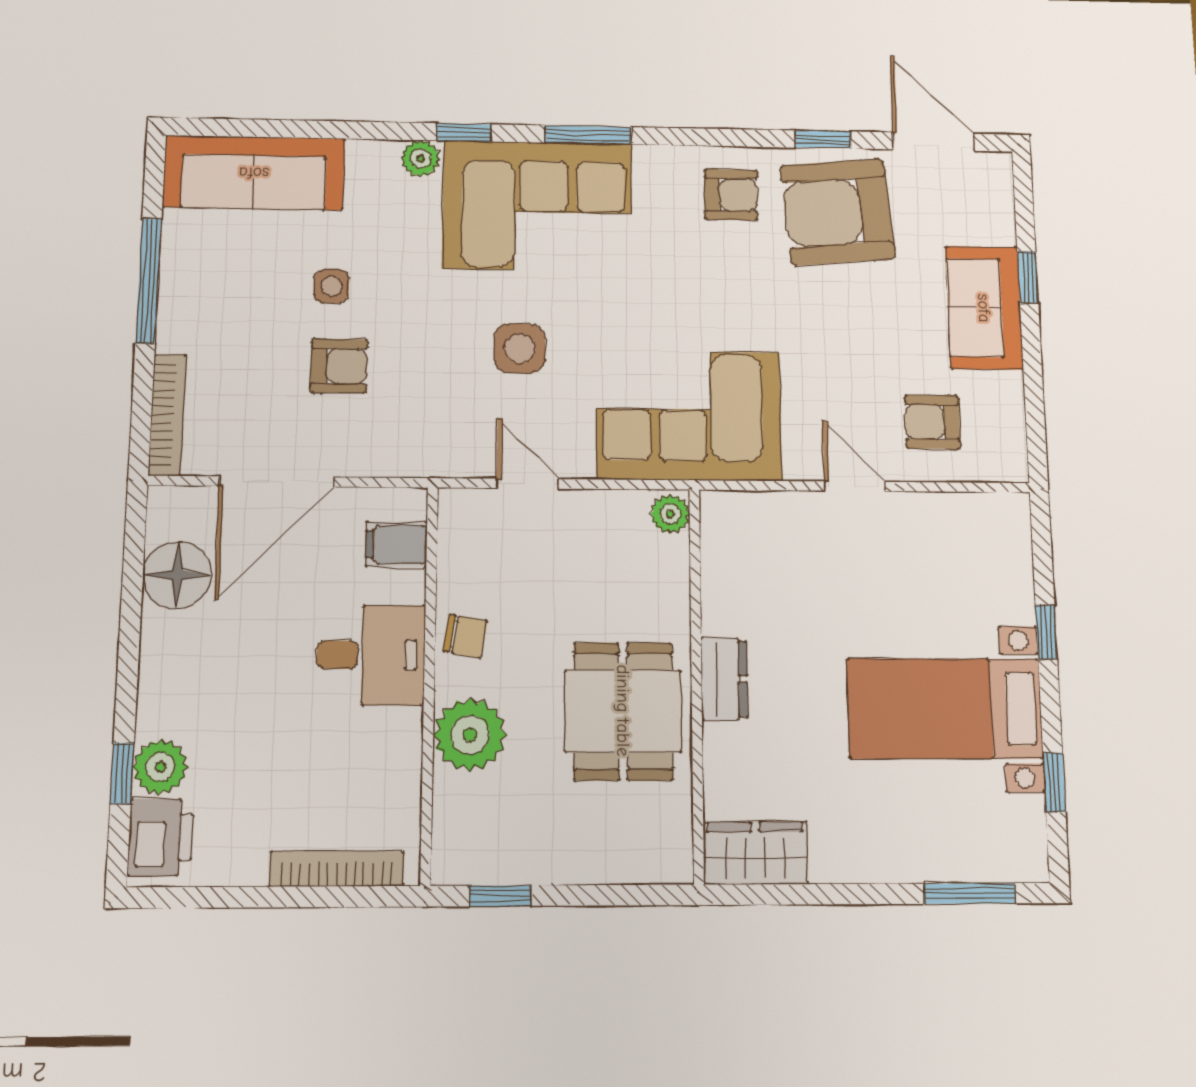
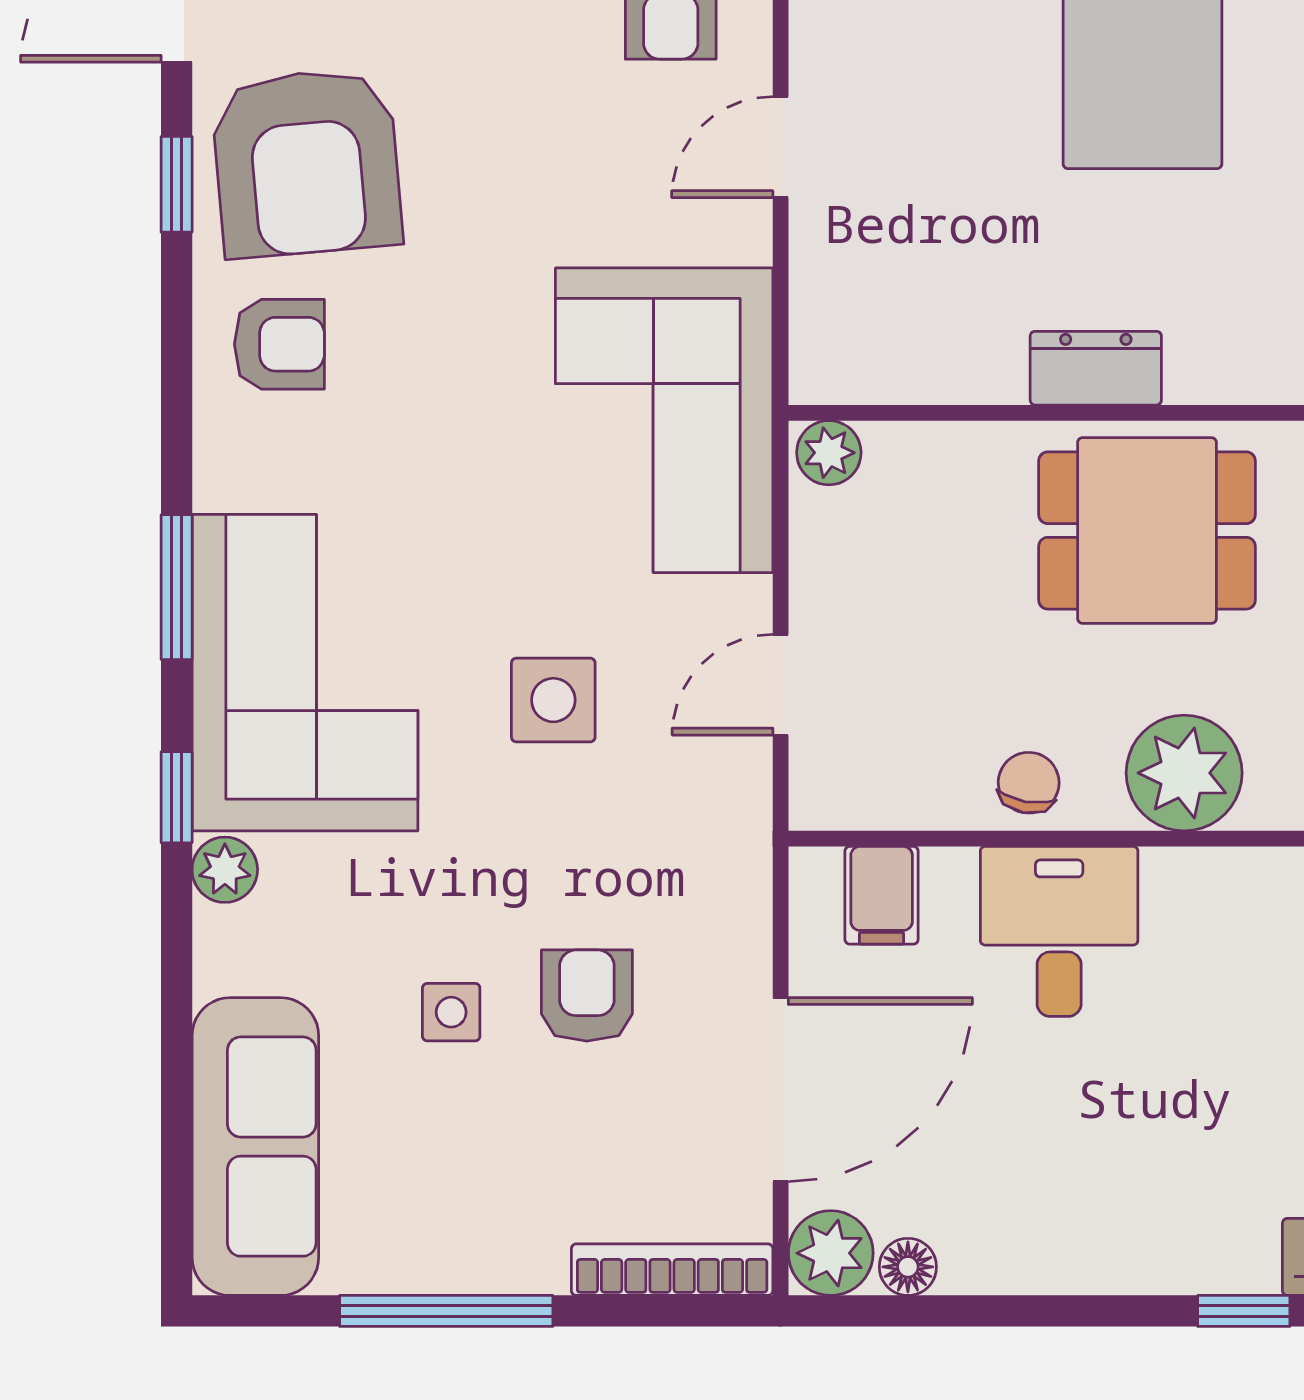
armchair: (731, 195) -> (279, 344), turned 90
door: (277, 482) -> (781, 1090), hinge flipped
floor lamp: (177, 575) -> (908, 1267), width x0.53, depth x0.53
plant: (160, 767) -> (831, 1253), moved

